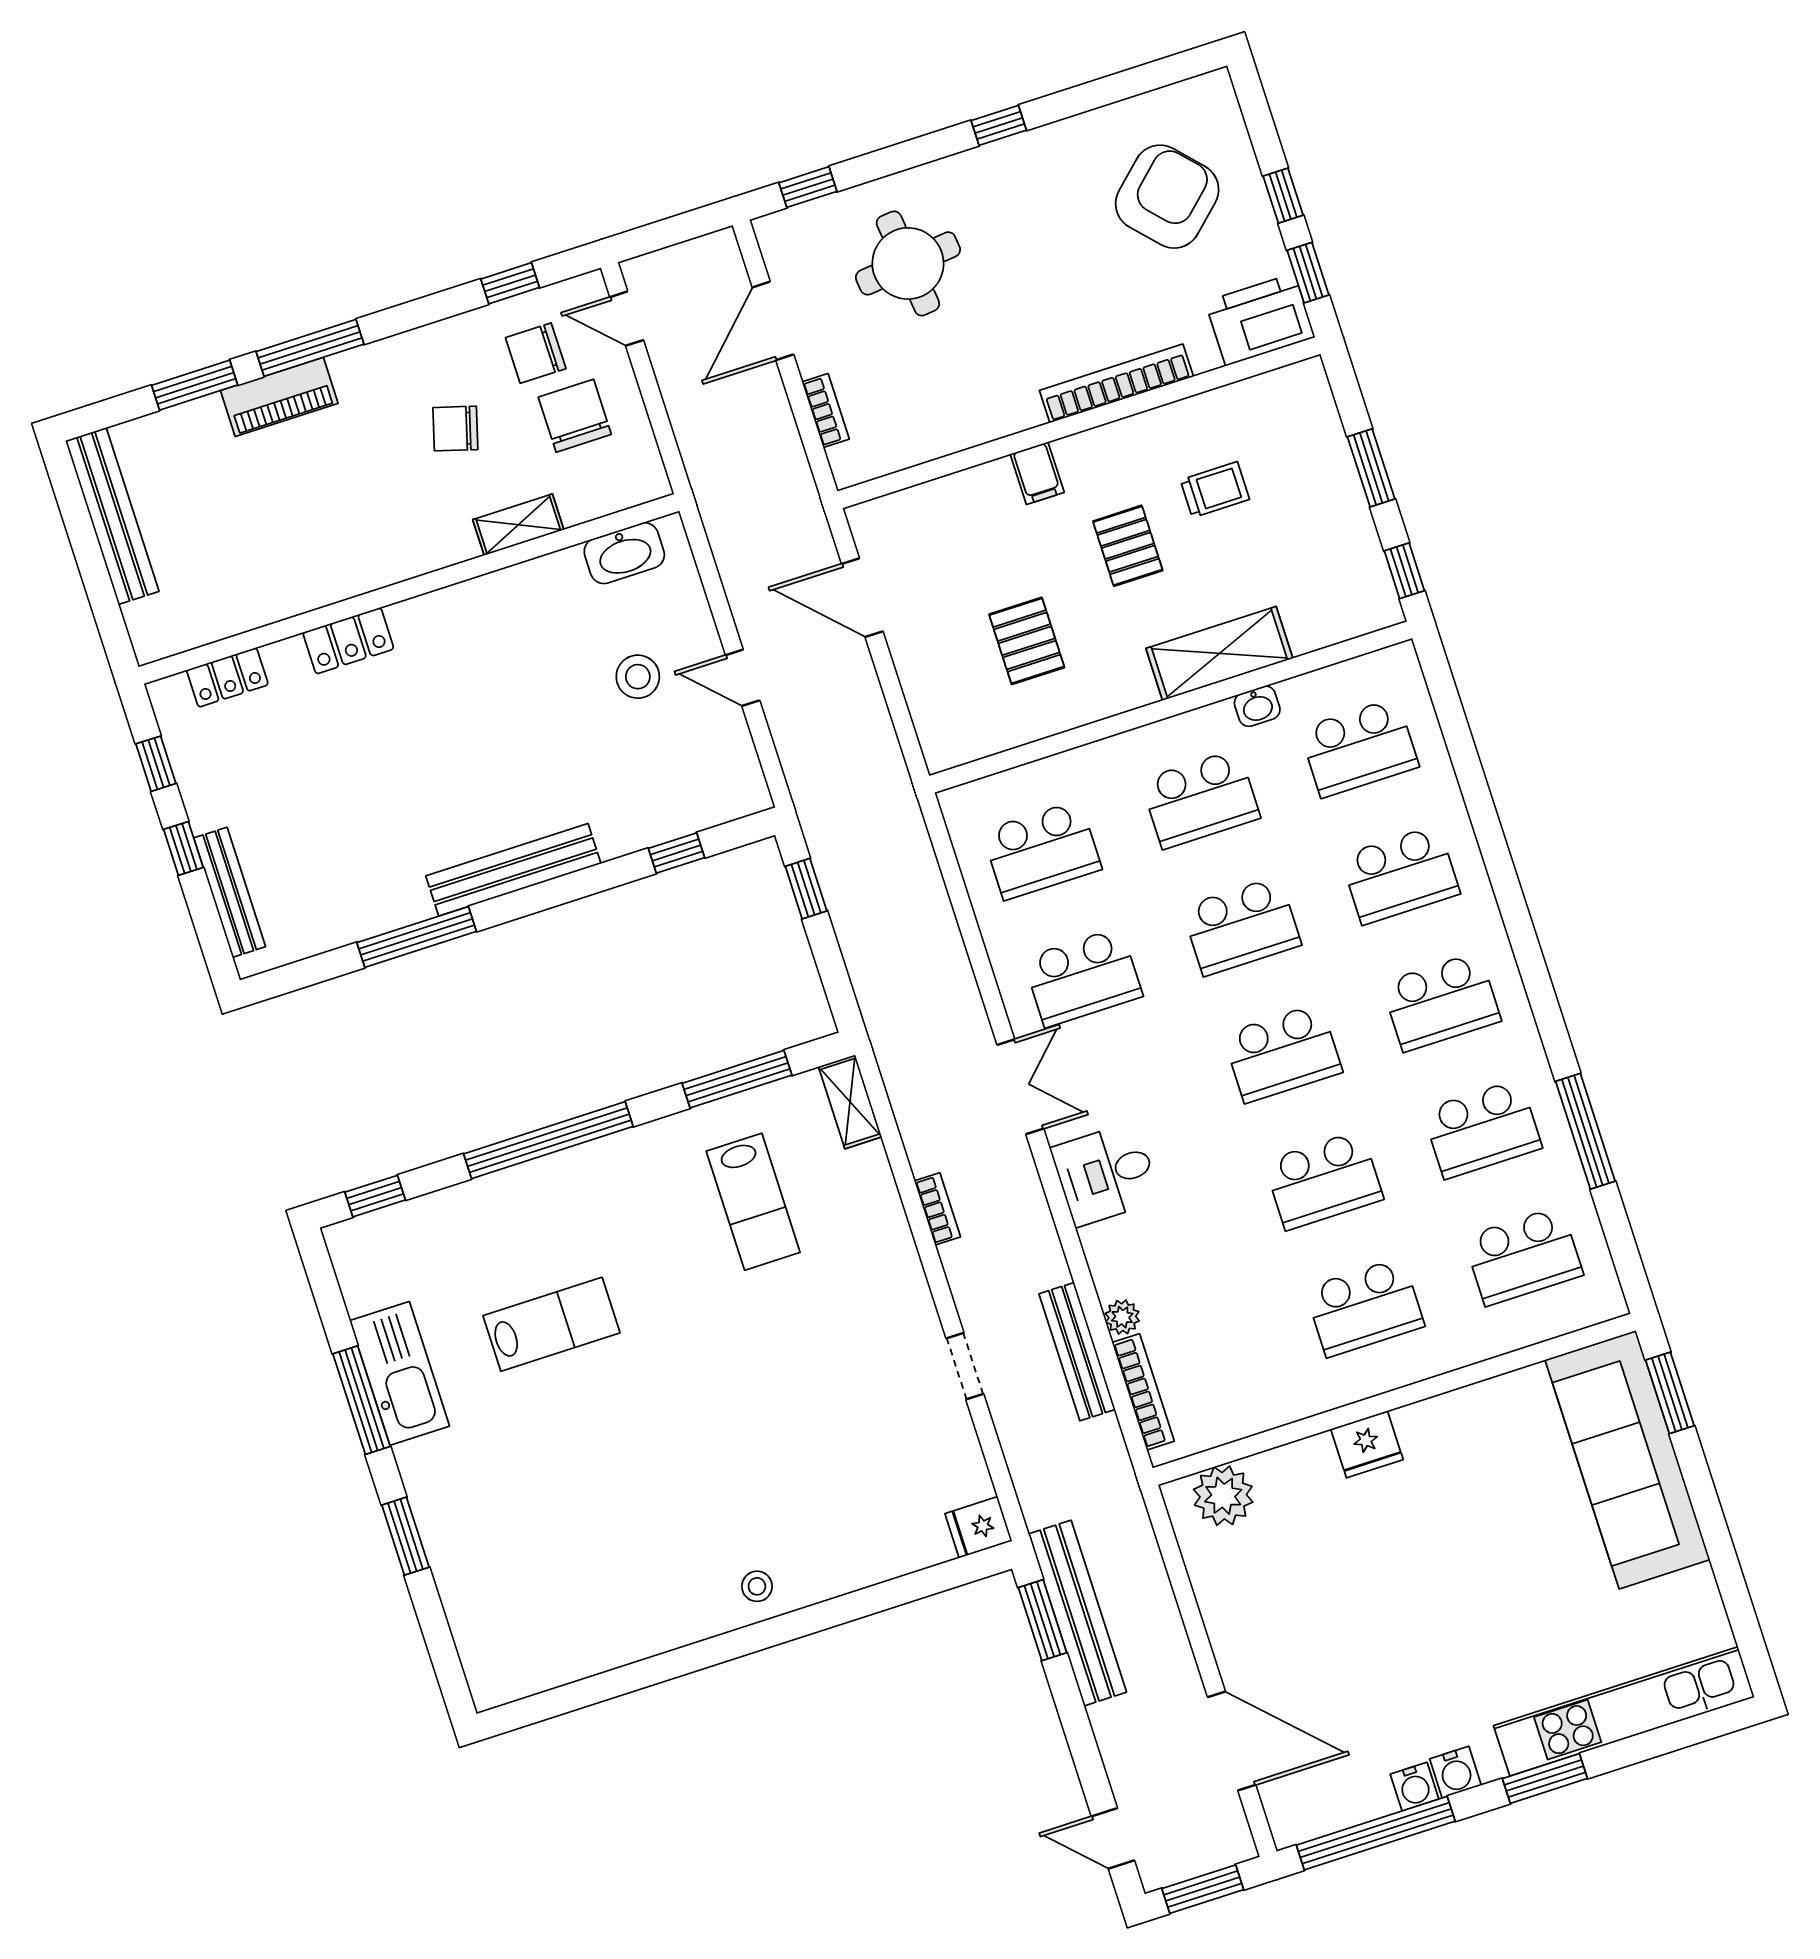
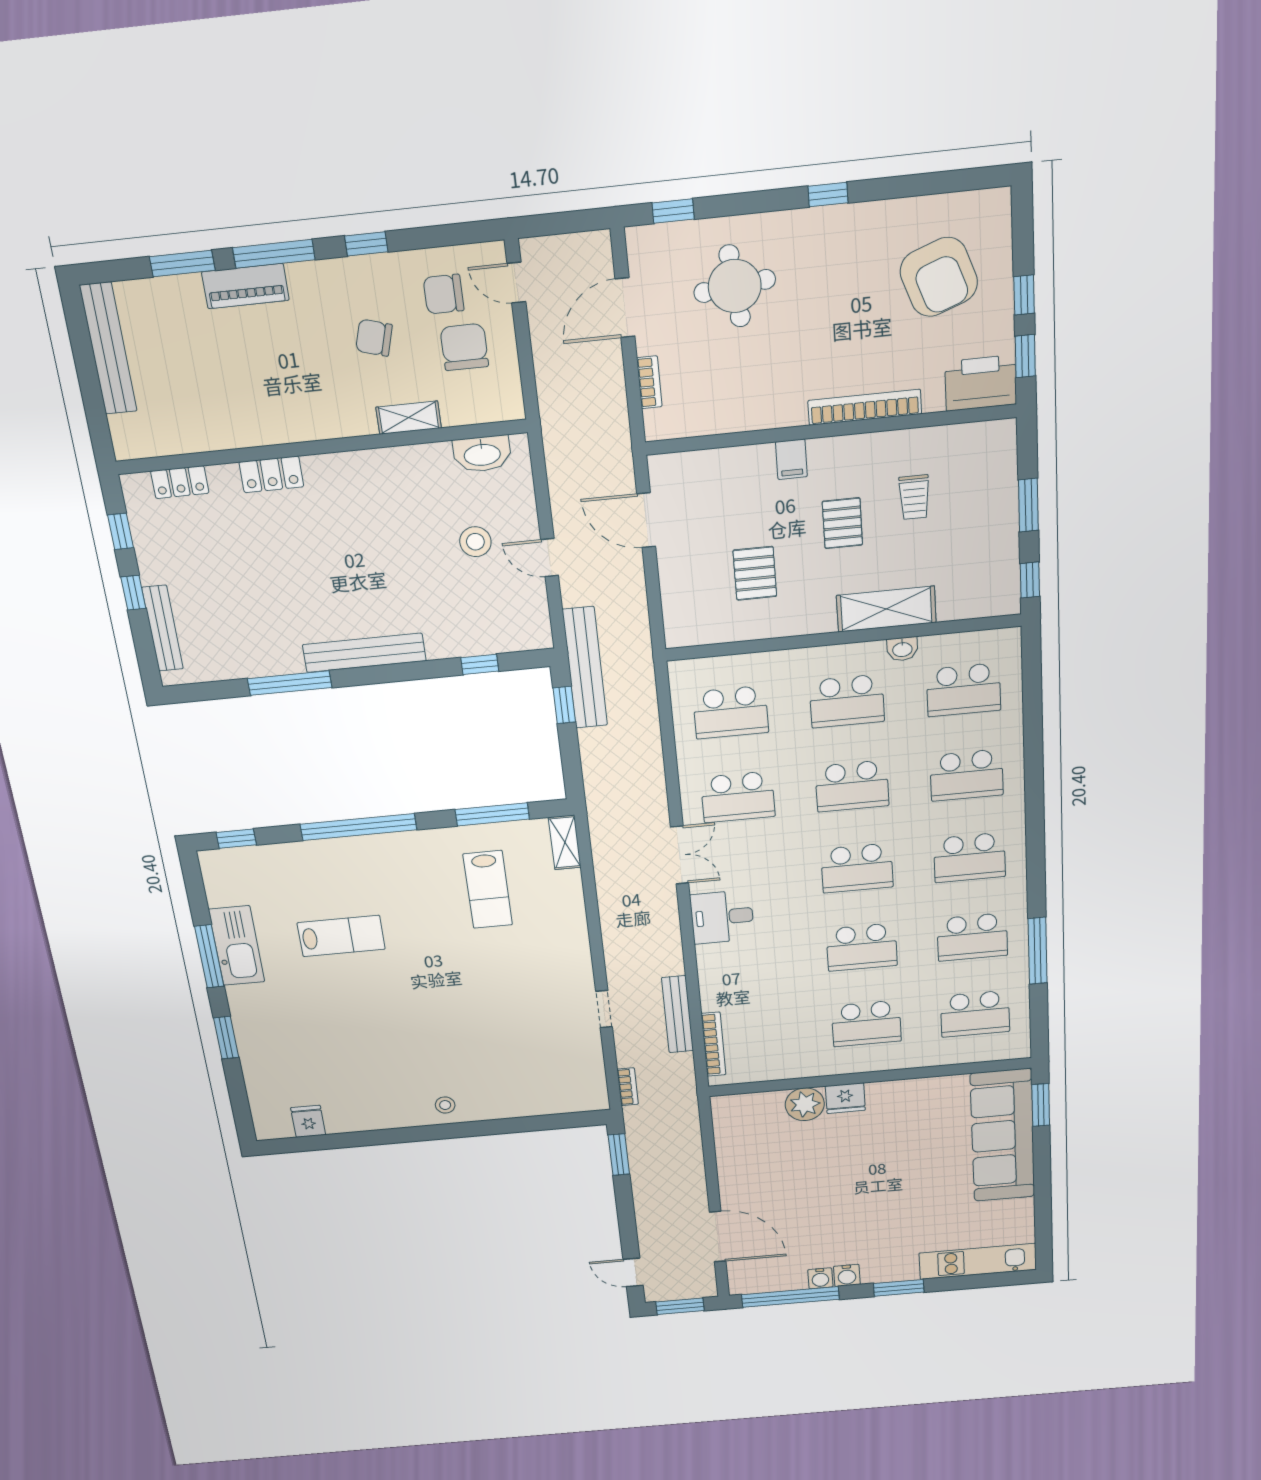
armchair: (1167, 197) -> (939, 277), turned 113
window: (510, 283) -> (366, 244), moved
trolley: (1215, 490) -> (914, 497), turned 90
bookcase: (937, 1209) -> (628, 1087), moved
plant: (1122, 1317) -> (711, 1000), removed
plant: (1223, 1496) -> (805, 1104), moved
fridge: (979, 1527) -> (308, 1121), moved, turned 90
bench: (1077, 1613) -> (585, 668), moved
kitchen unit: (1624, 1711) -> (978, 1261), width x0.73

